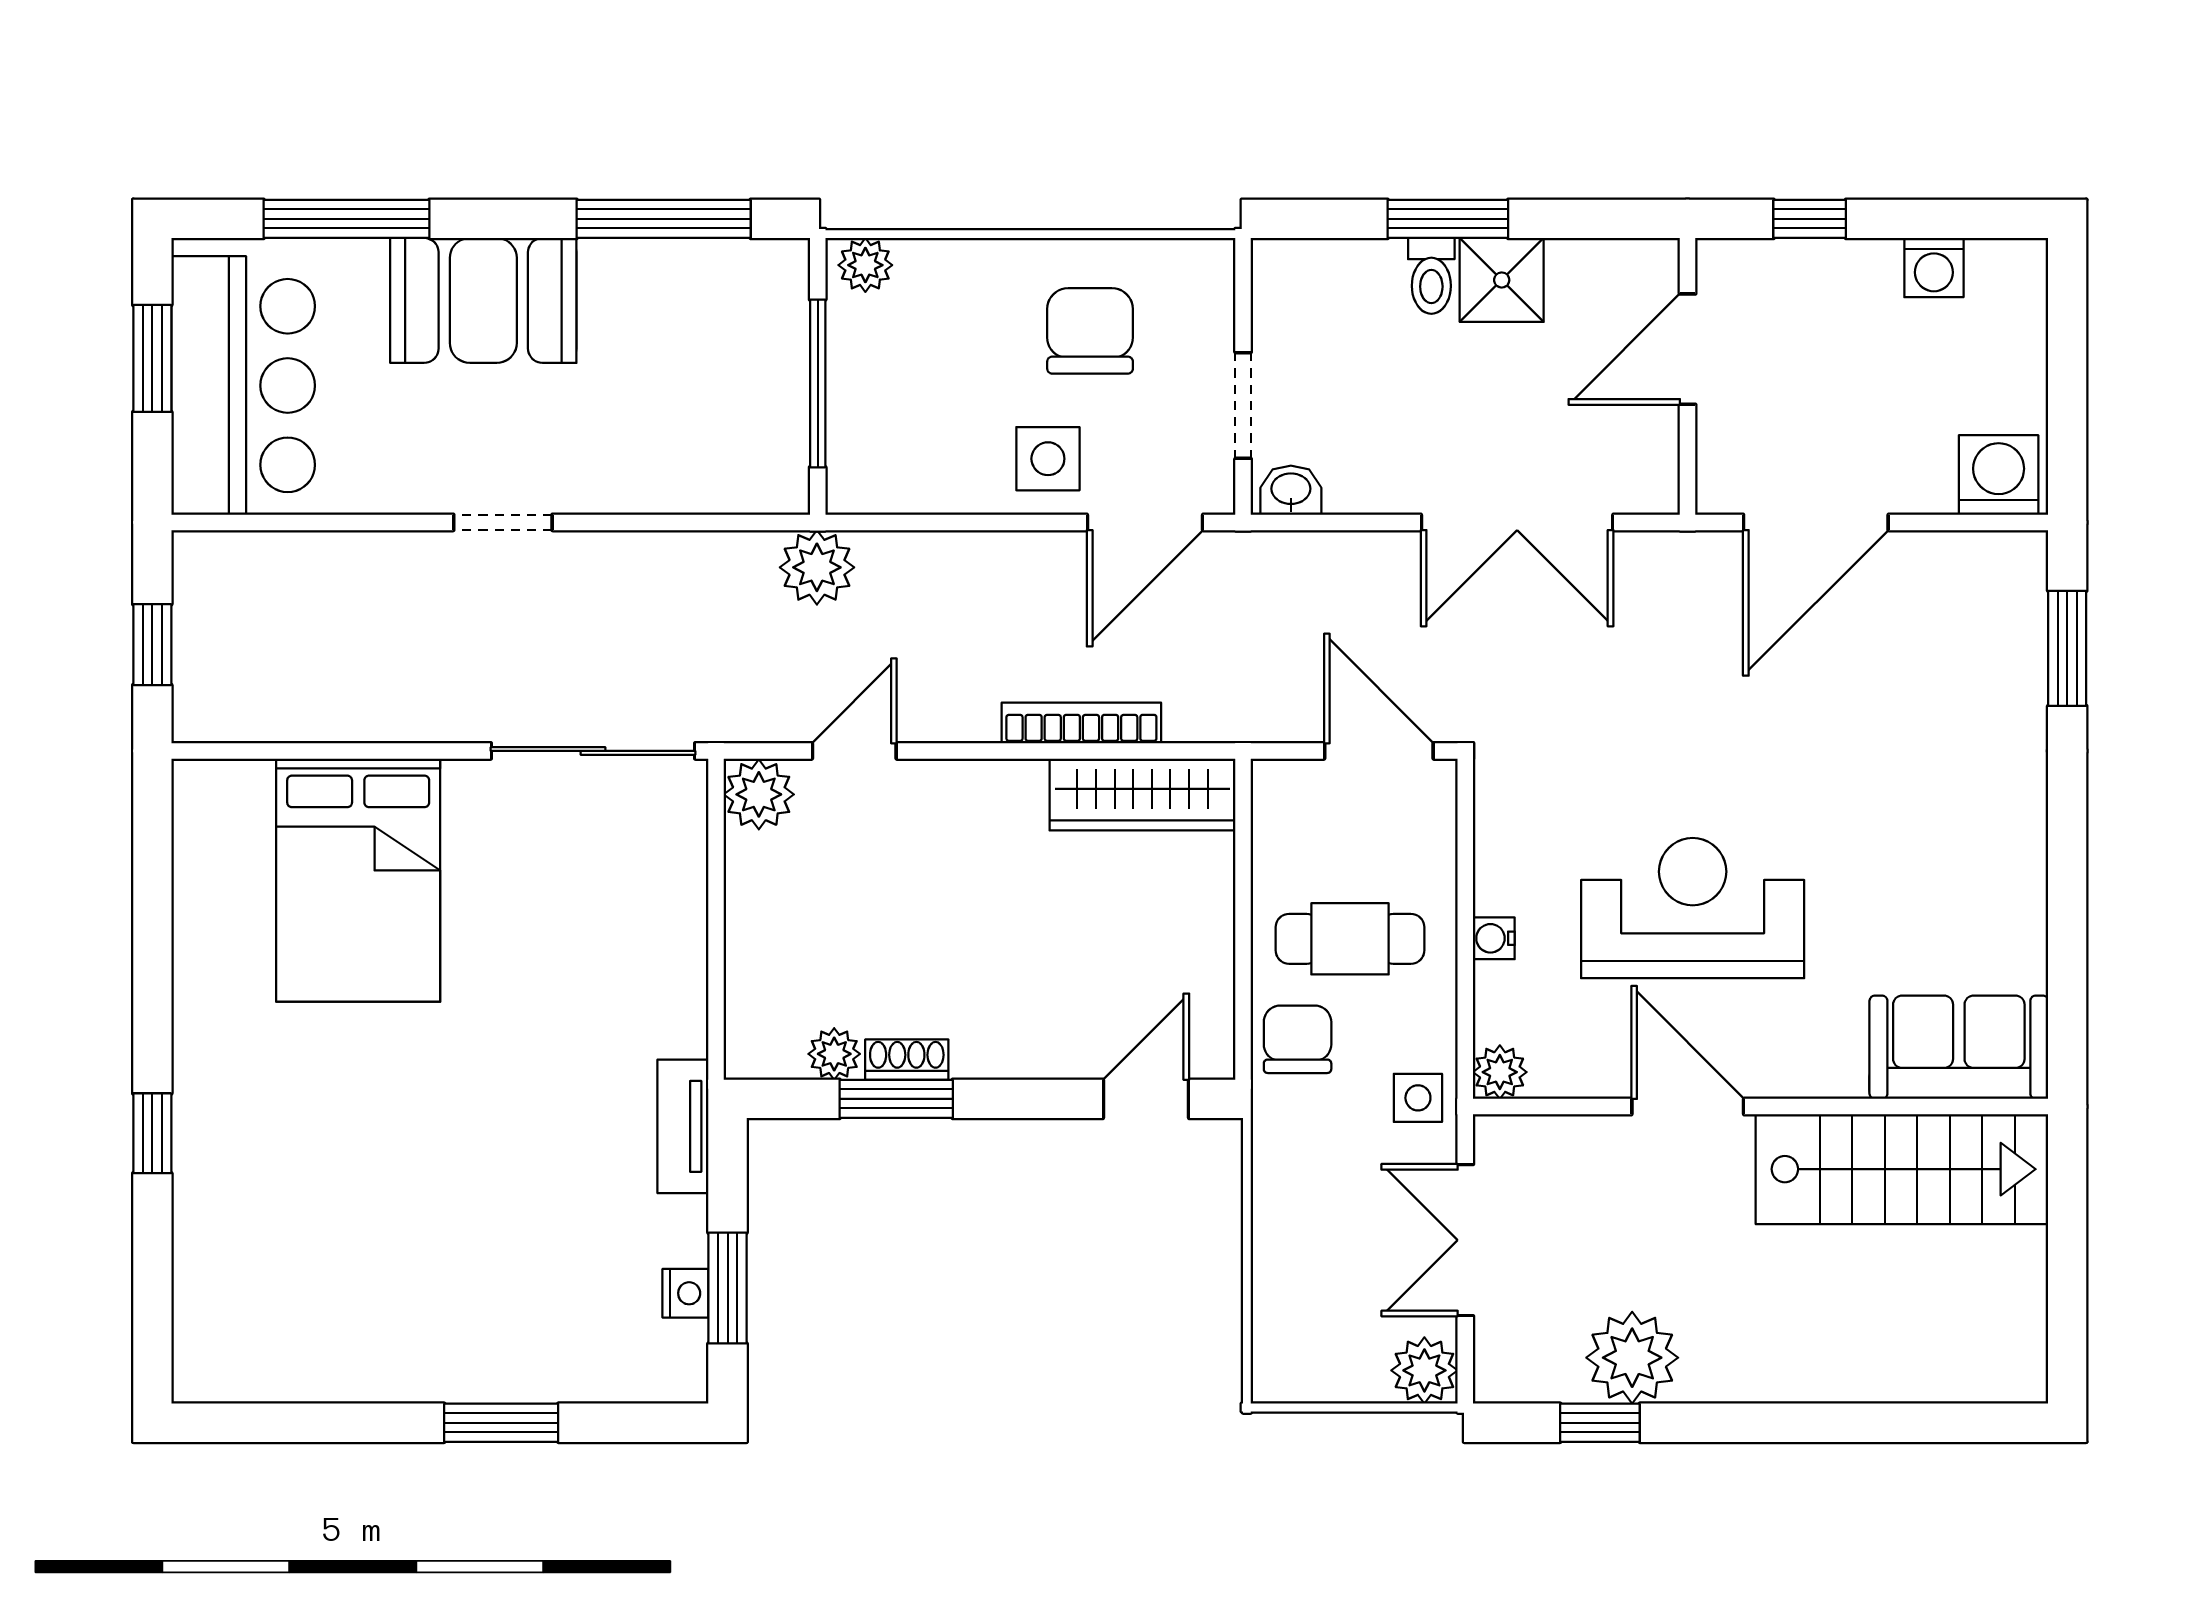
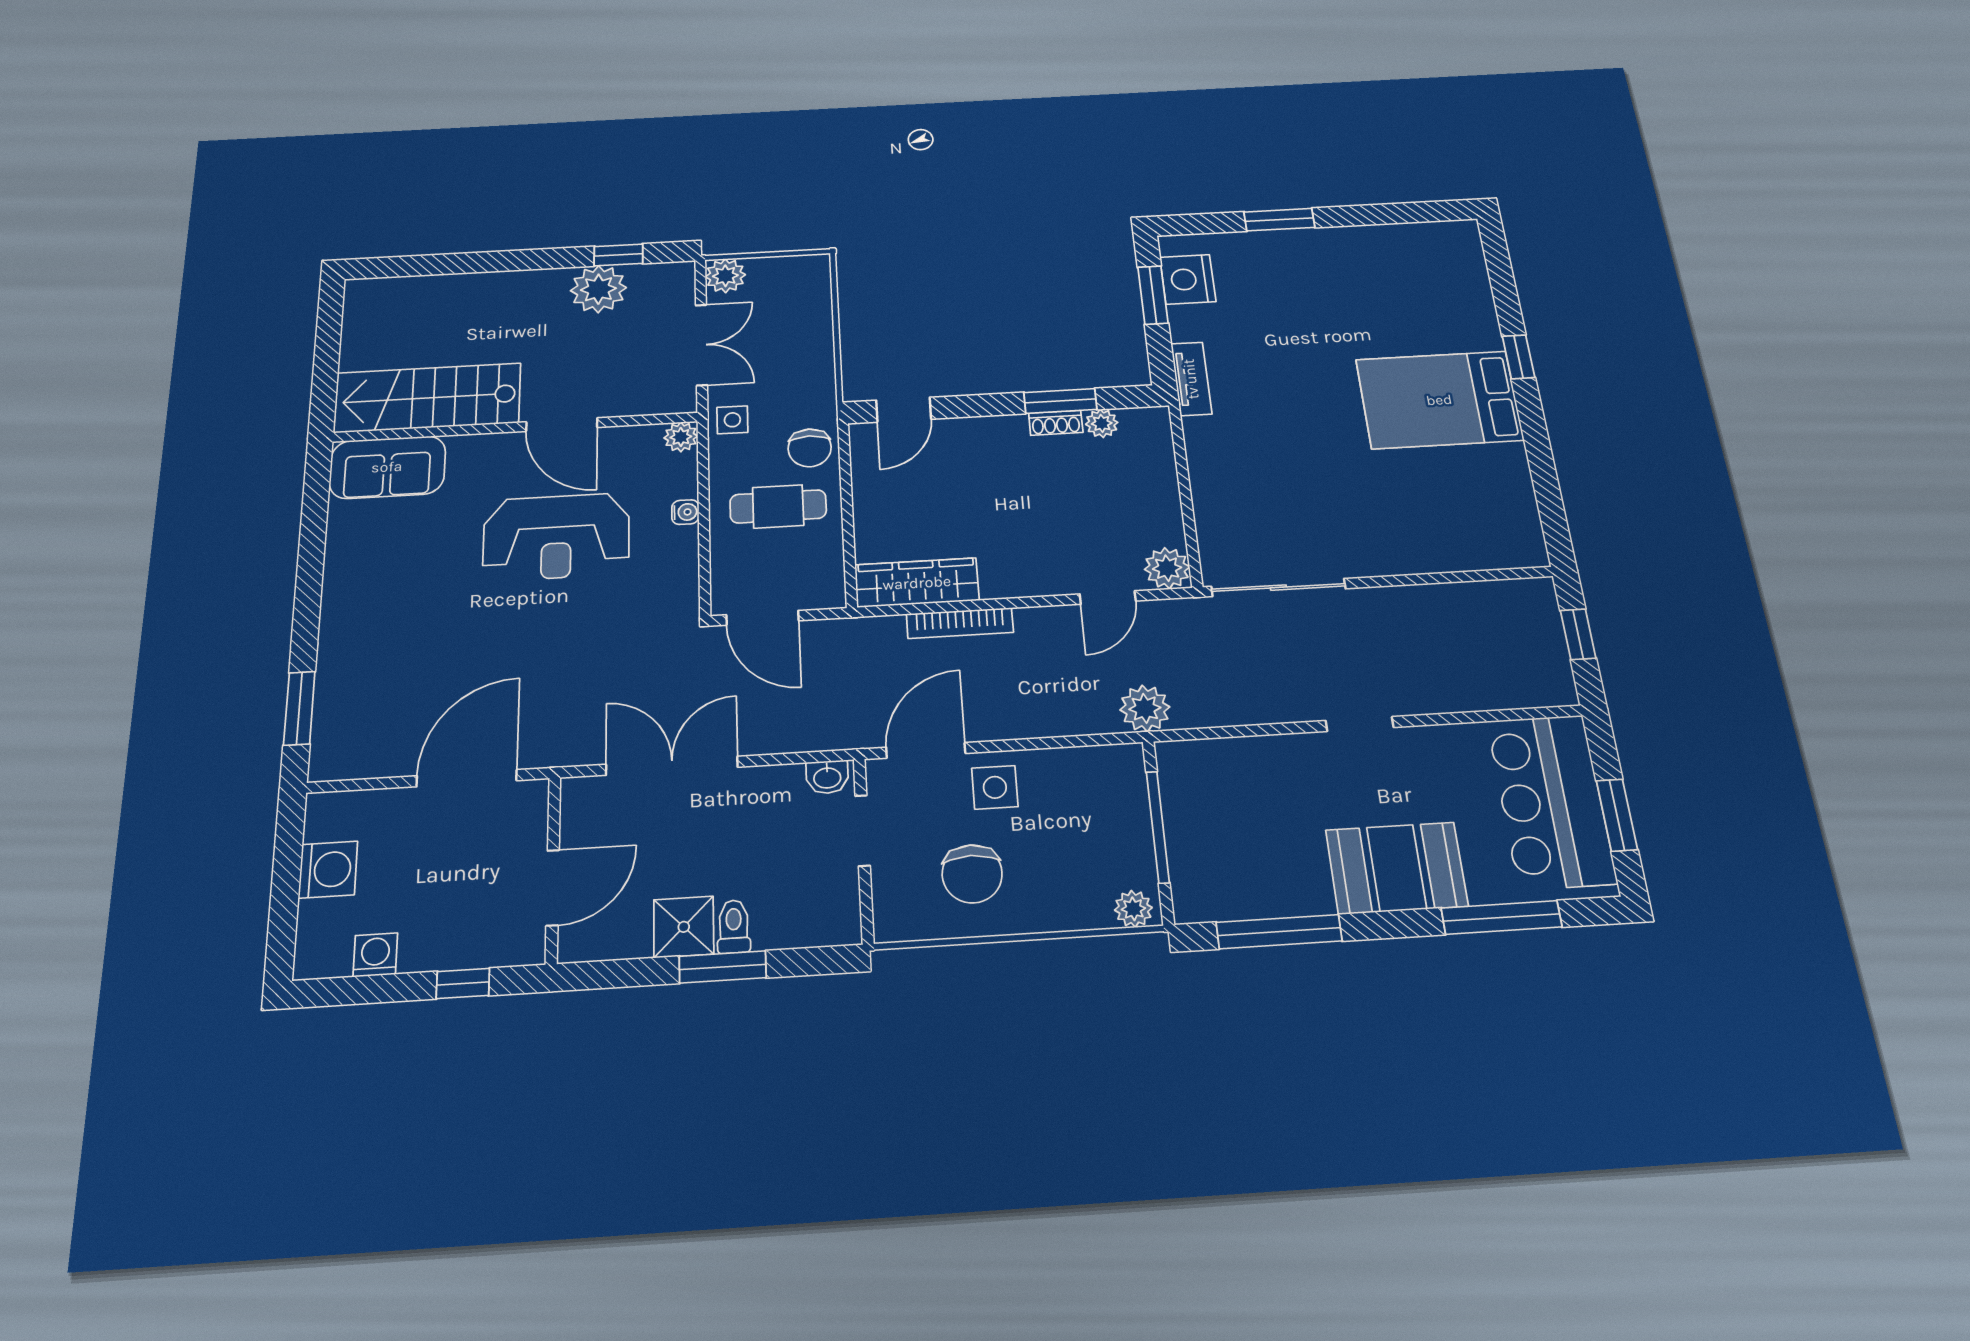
washing machine: (1999, 475) -> (328, 870), moved, turned -90
bed: (358, 880) -> (1439, 400), moved, turned -90
nightstand: (685, 1293) -> (1188, 279), width x1.89, depth x1.79

